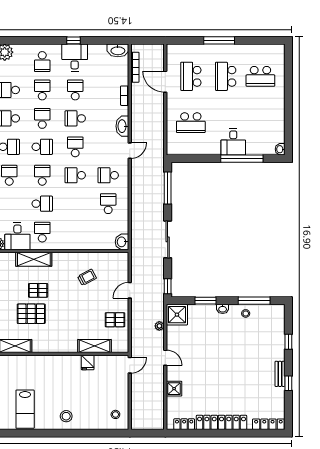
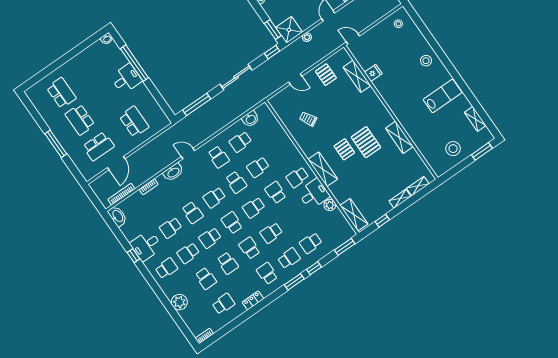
school desk: (226, 76) -> (80, 120), turned 90
school desk: (75, 204) -> (258, 167), added
washbasin: (122, 242) -> (251, 119), moved
window: (205, 301) -> (273, 30), moved

